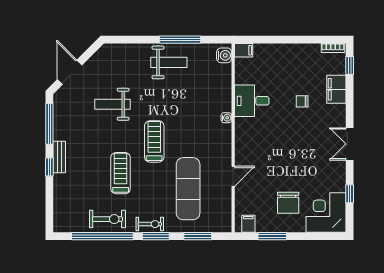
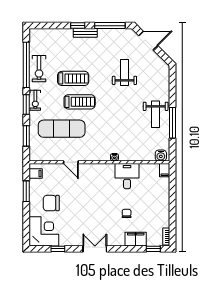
treadmill: (154, 141) -> (80, 102), moved

